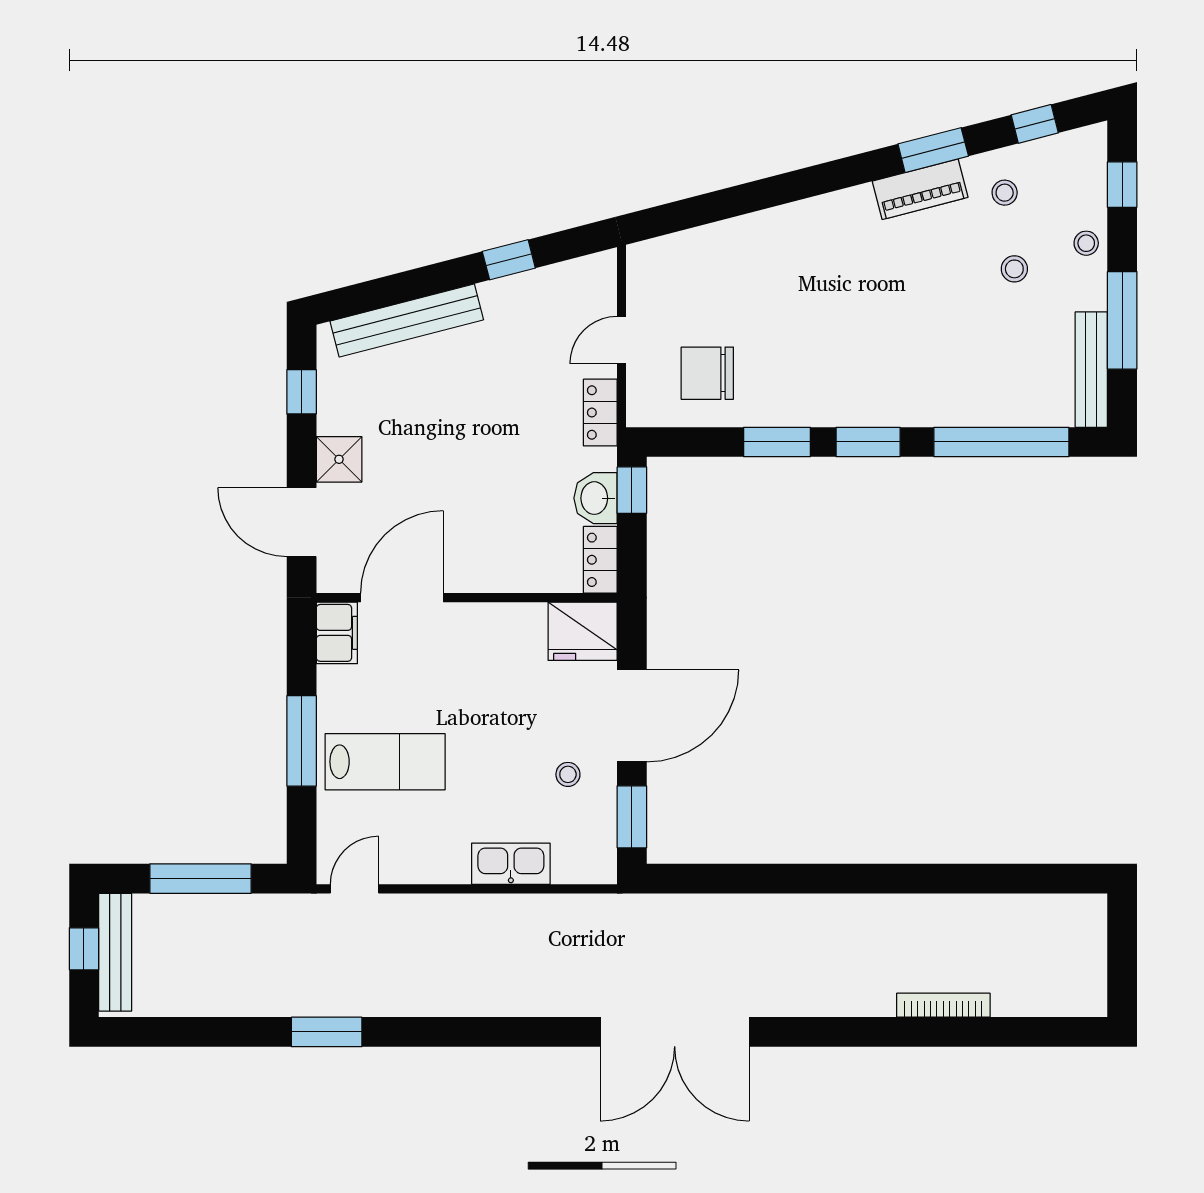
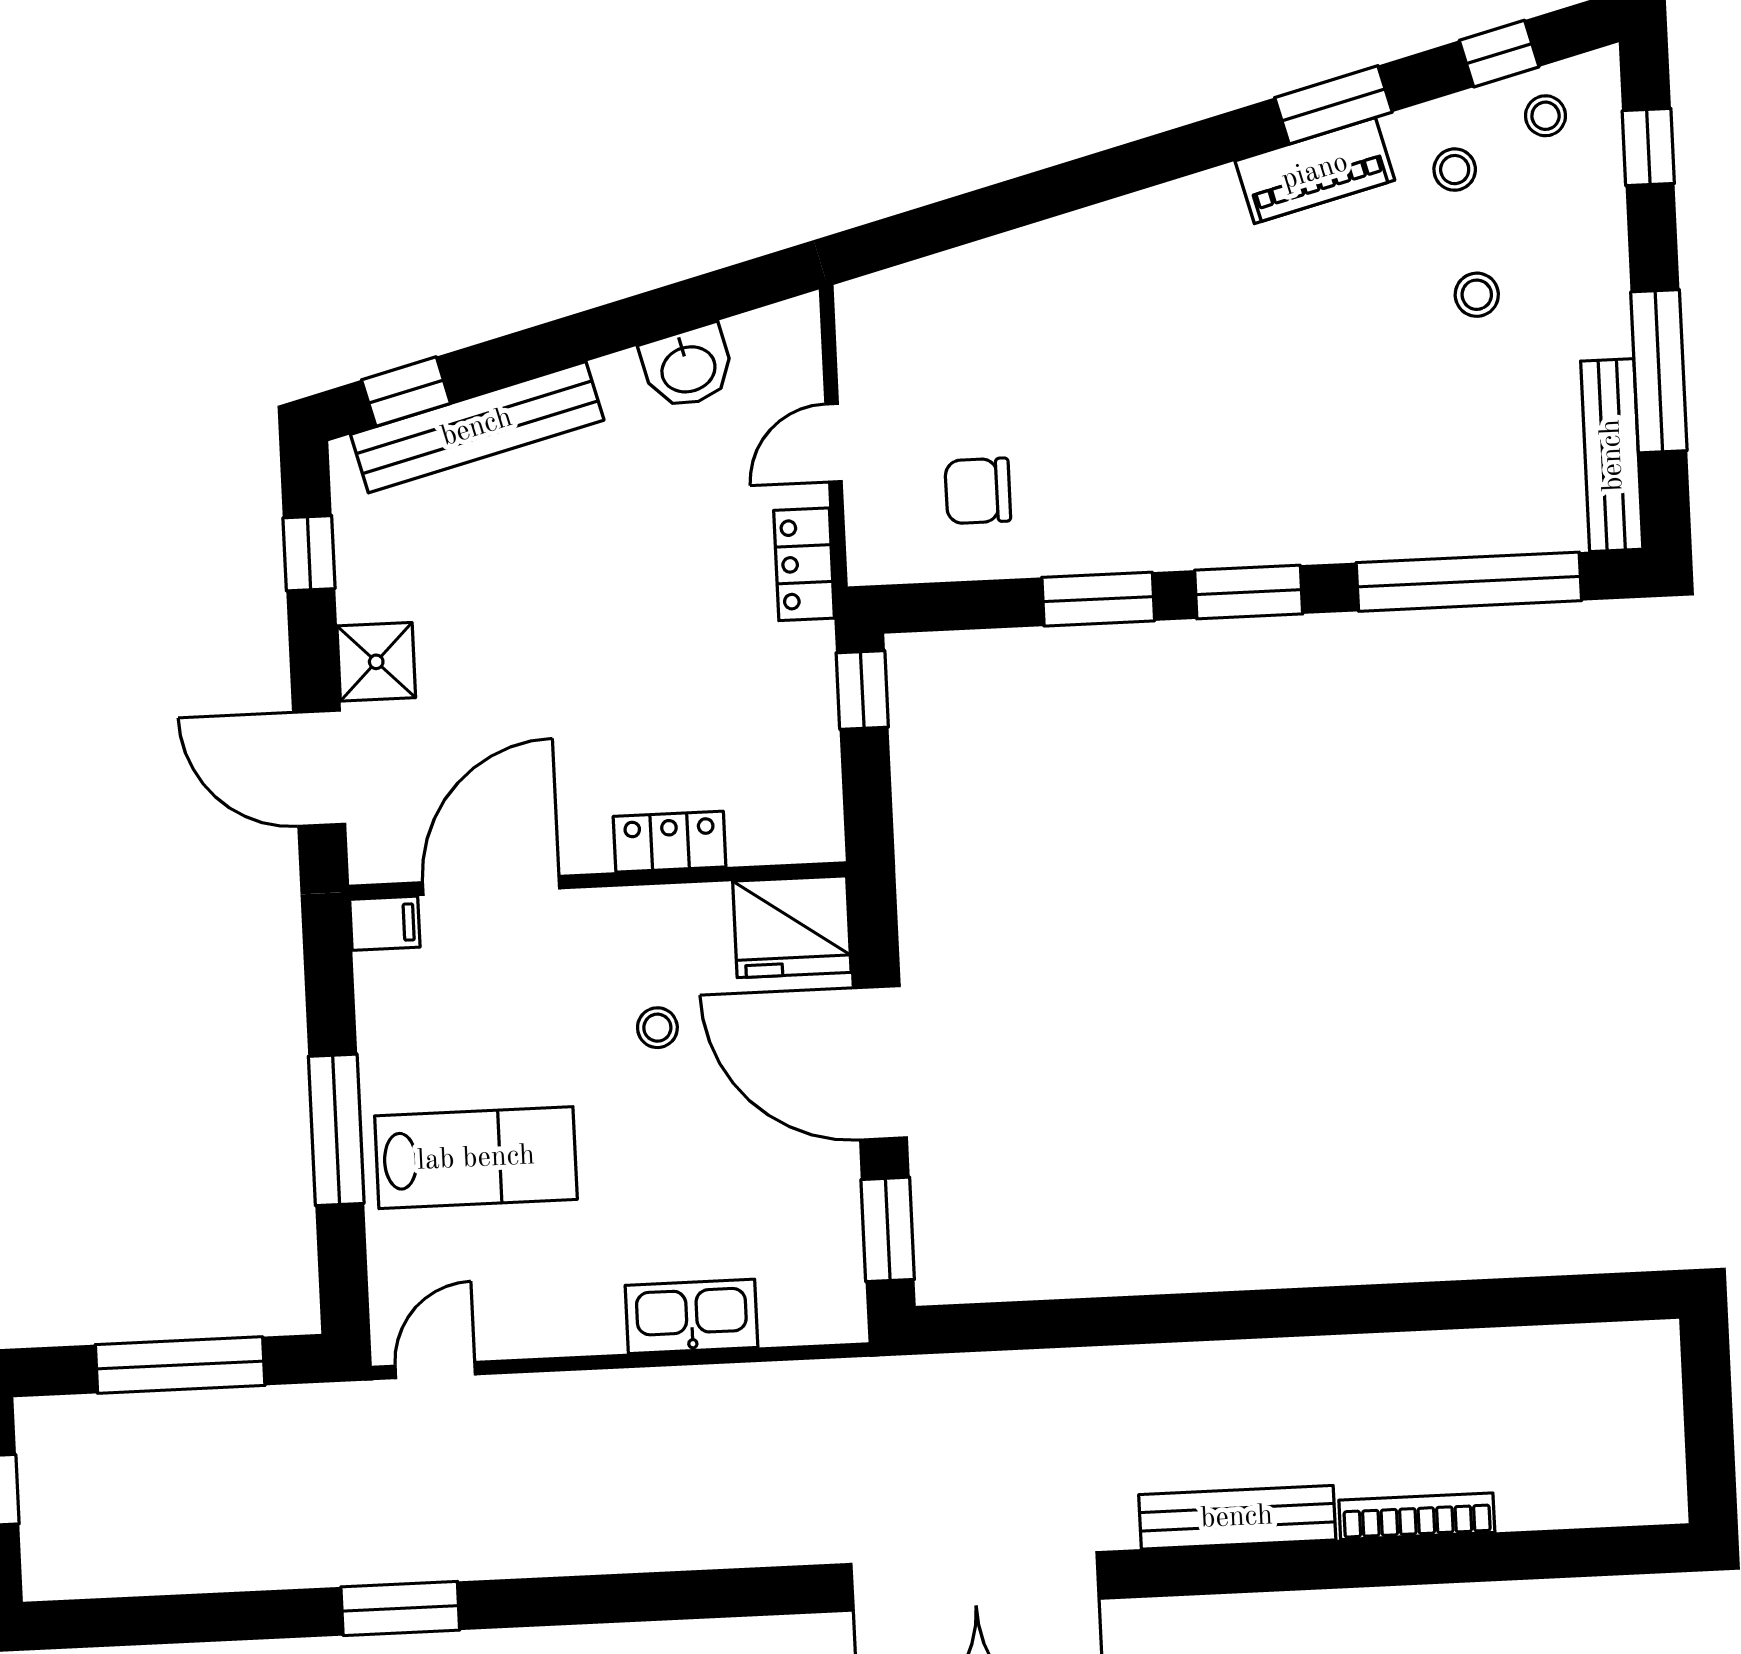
stool: (1086, 243) -> (1546, 116), moved
window: (509, 260) -> (406, 392), moved
chair: (707, 373) -> (978, 491), width x0.73, depth x0.73
washbasin: (596, 498) -> (688, 367), moved, turned -104
locker: (600, 560) -> (670, 842), moved, turned 90
filing cabinet: (337, 633) -> (385, 923), width x0.50
door: (632, 716) -> (880, 1063), swing flipped
stool: (568, 774) -> (657, 1028), moved
bench: (115, 952) -> (1237, 1517), moved, turned 90

